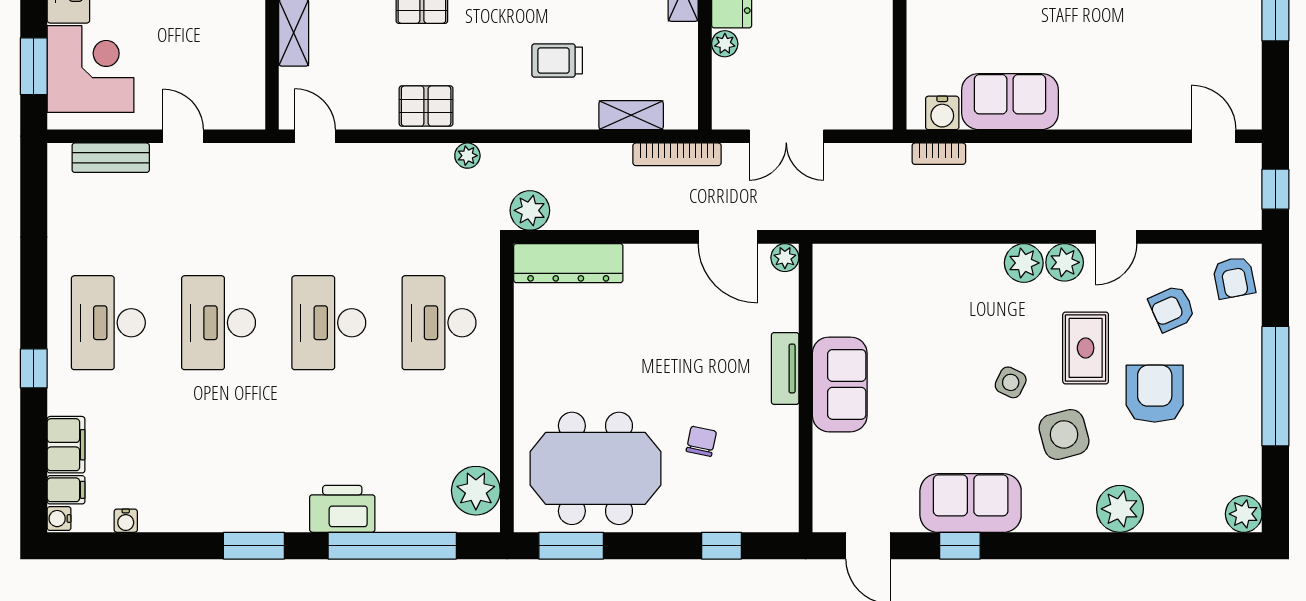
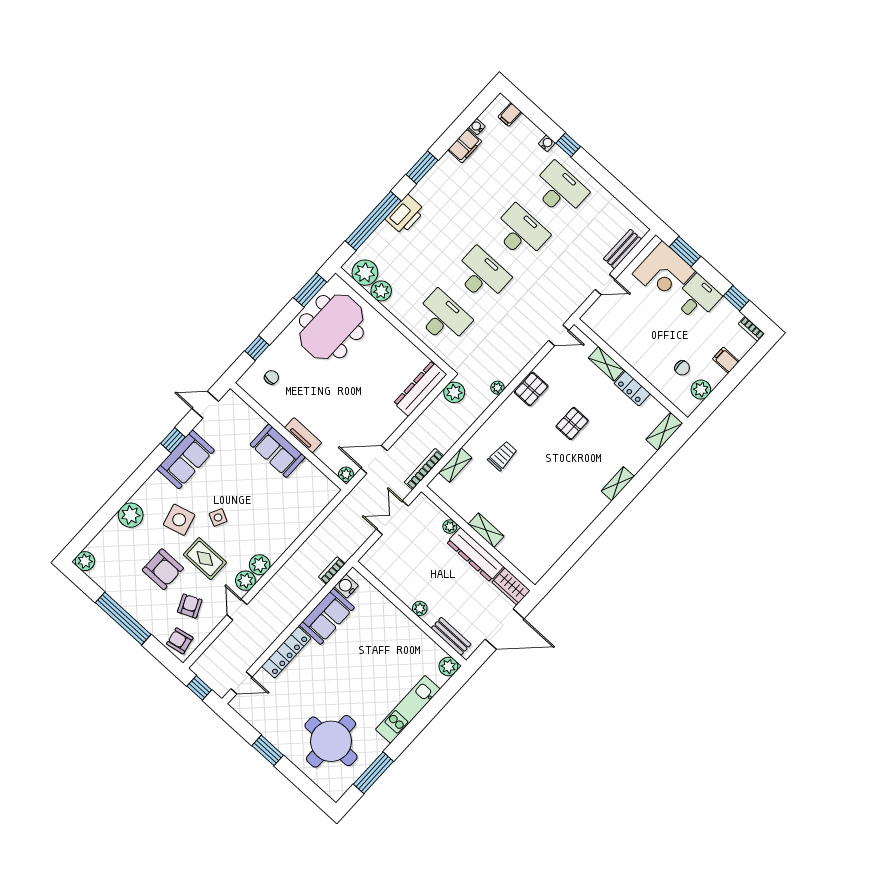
locker: (1113, 112) -> (286, 652), added
chair: (701, 441) -> (271, 377), moved, turned -102
plant: (481, 444) -> (381, 291), added
filing cabinet: (66, 445) -> (465, 146), moved, turned -90
water cooler: (59, 519) -> (547, 143), moved

